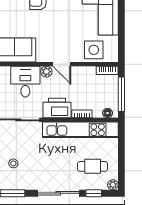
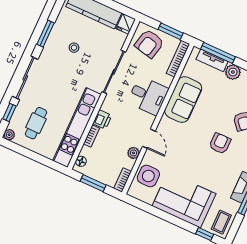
door: (62, 64) -> (149, 139), swing flipped
plant: (46, 72) -> (133, 153), moved
window: (121, 94) -> (93, 183), width x0.69
printer: (57, 108) -> (102, 119), width x0.53, depth x0.68

